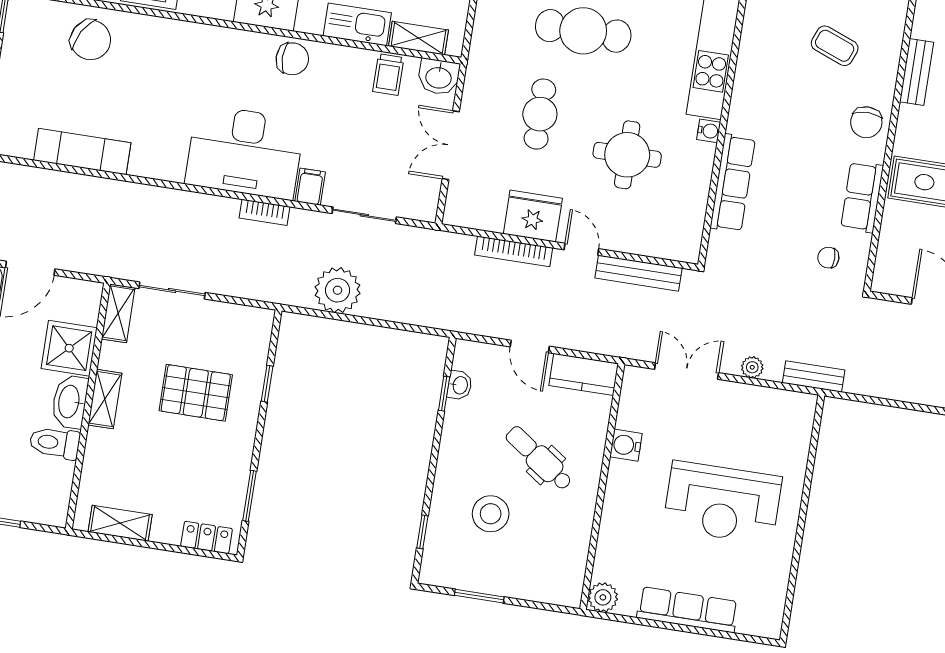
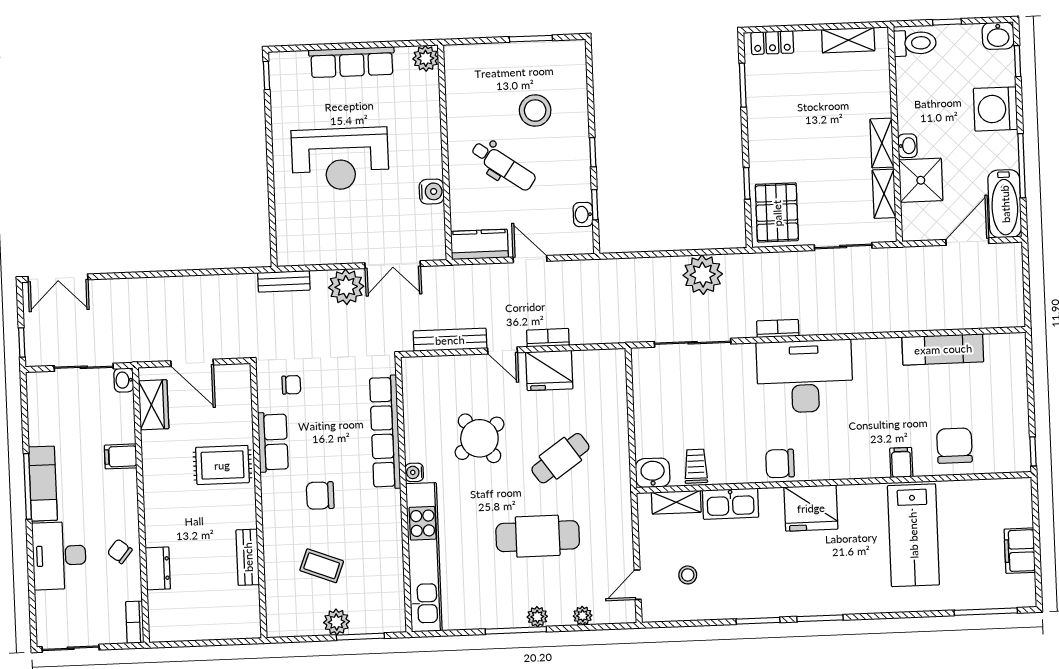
chair: (91, 40) -> (954, 446), turned 60
cafe table: (540, 114) -> (560, 458), turned 55
chair: (866, 122) -> (320, 495), moved, turned -90
double door: (451, 145) -> (631, 417), removed
round table: (627, 155) -> (479, 438), turned -37
row of seats: (733, 183) -> (385, 432), width x1.36
filing cabinet: (310, 187) -> (901, 462), moved, turned 180
sliding door: (364, 215) -> (693, 343), width x1.37
bookcase: (514, 251) -> (548, 338), width x0.64
shelving: (118, 313) -> (884, 194), moved
plant: (752, 367) -> (346, 287), width x1.88, depth x1.88
pallet: (196, 393) -> (777, 213), moved, turned 90
washbasin: (70, 402) -> (908, 146), width x0.52, depth x0.69
toilet: (55, 443) -> (915, 43), moved
reception desk: (722, 503) -> (340, 159), turned 180
window: (422, 532) -> (593, 152), moved
window: (787, 614) -> (266, 75), added

